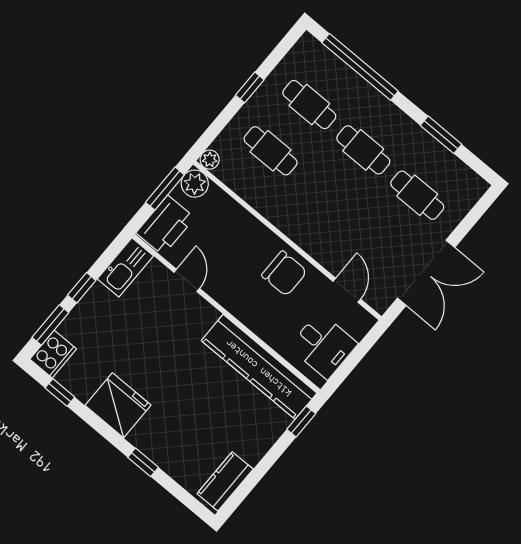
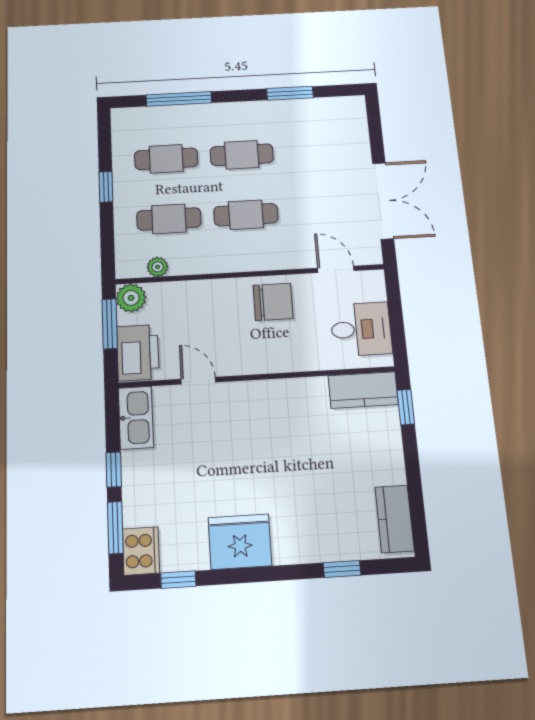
window: (360, 67) -> (179, 99), width x0.68
plant: (210, 160) -> (158, 267), moved
cafe table: (417, 195) -> (246, 215), moved
kitchen counter: (259, 367) -> (363, 390), width x0.48, depth x0.86
window: (143, 462) -> (342, 569), moved

